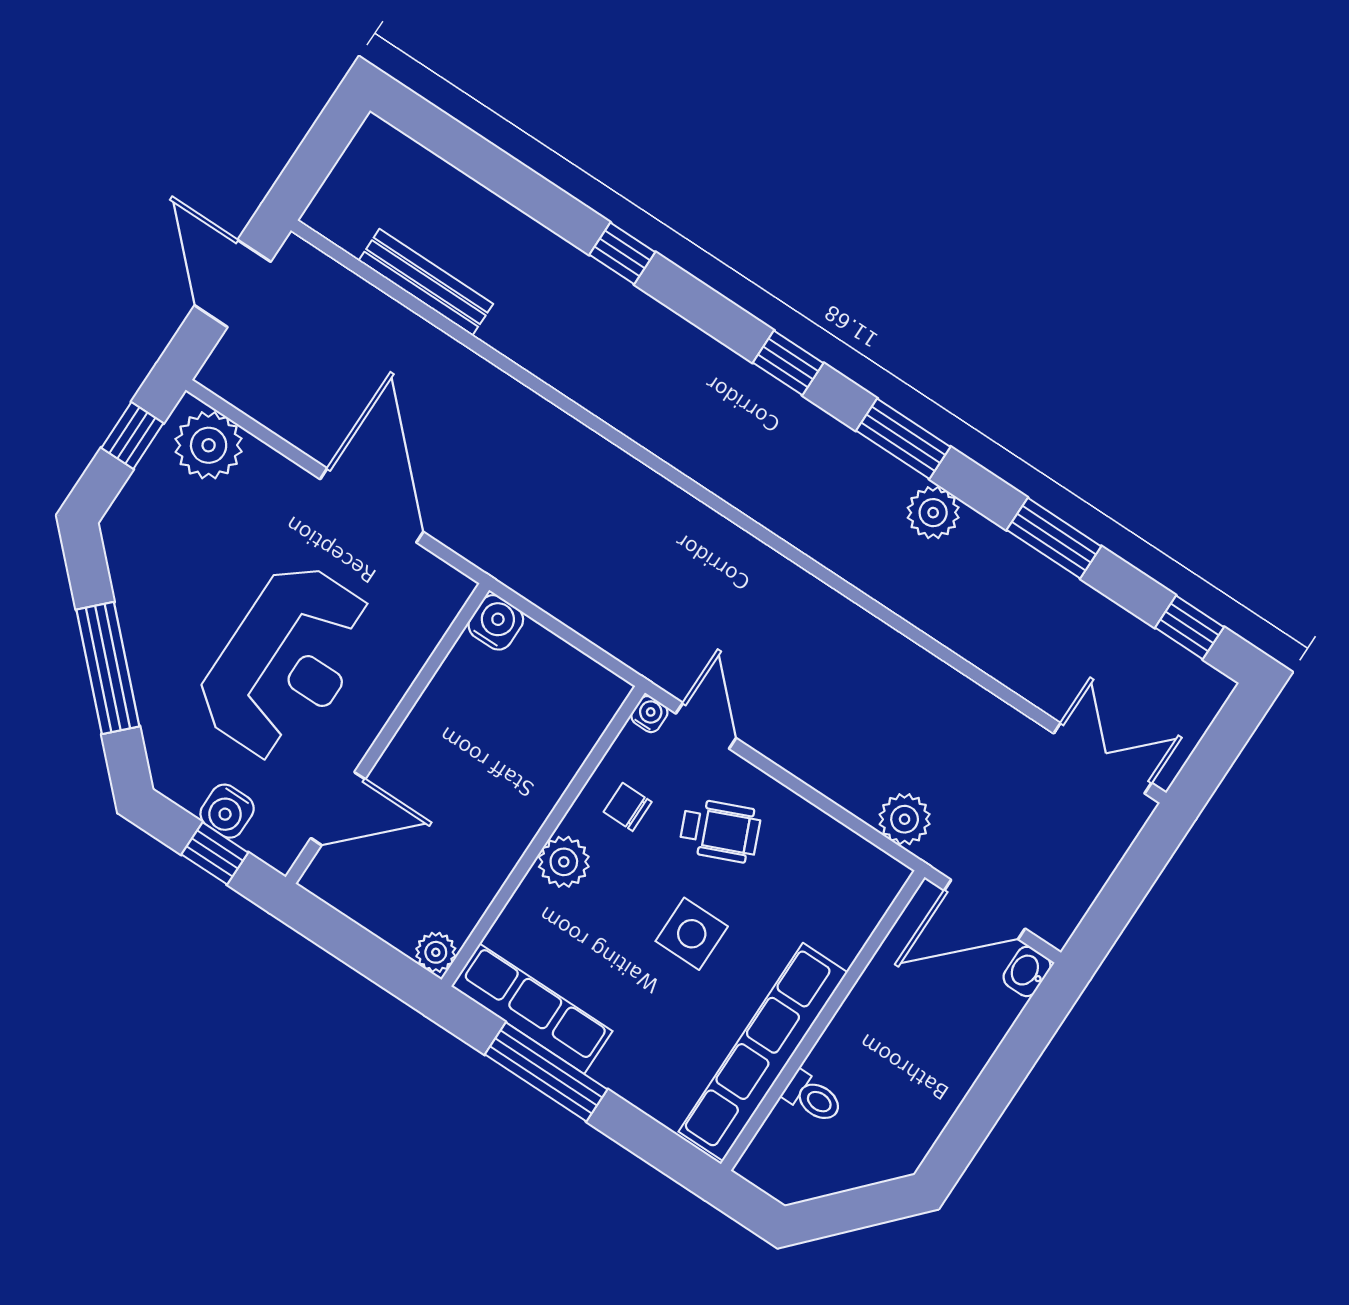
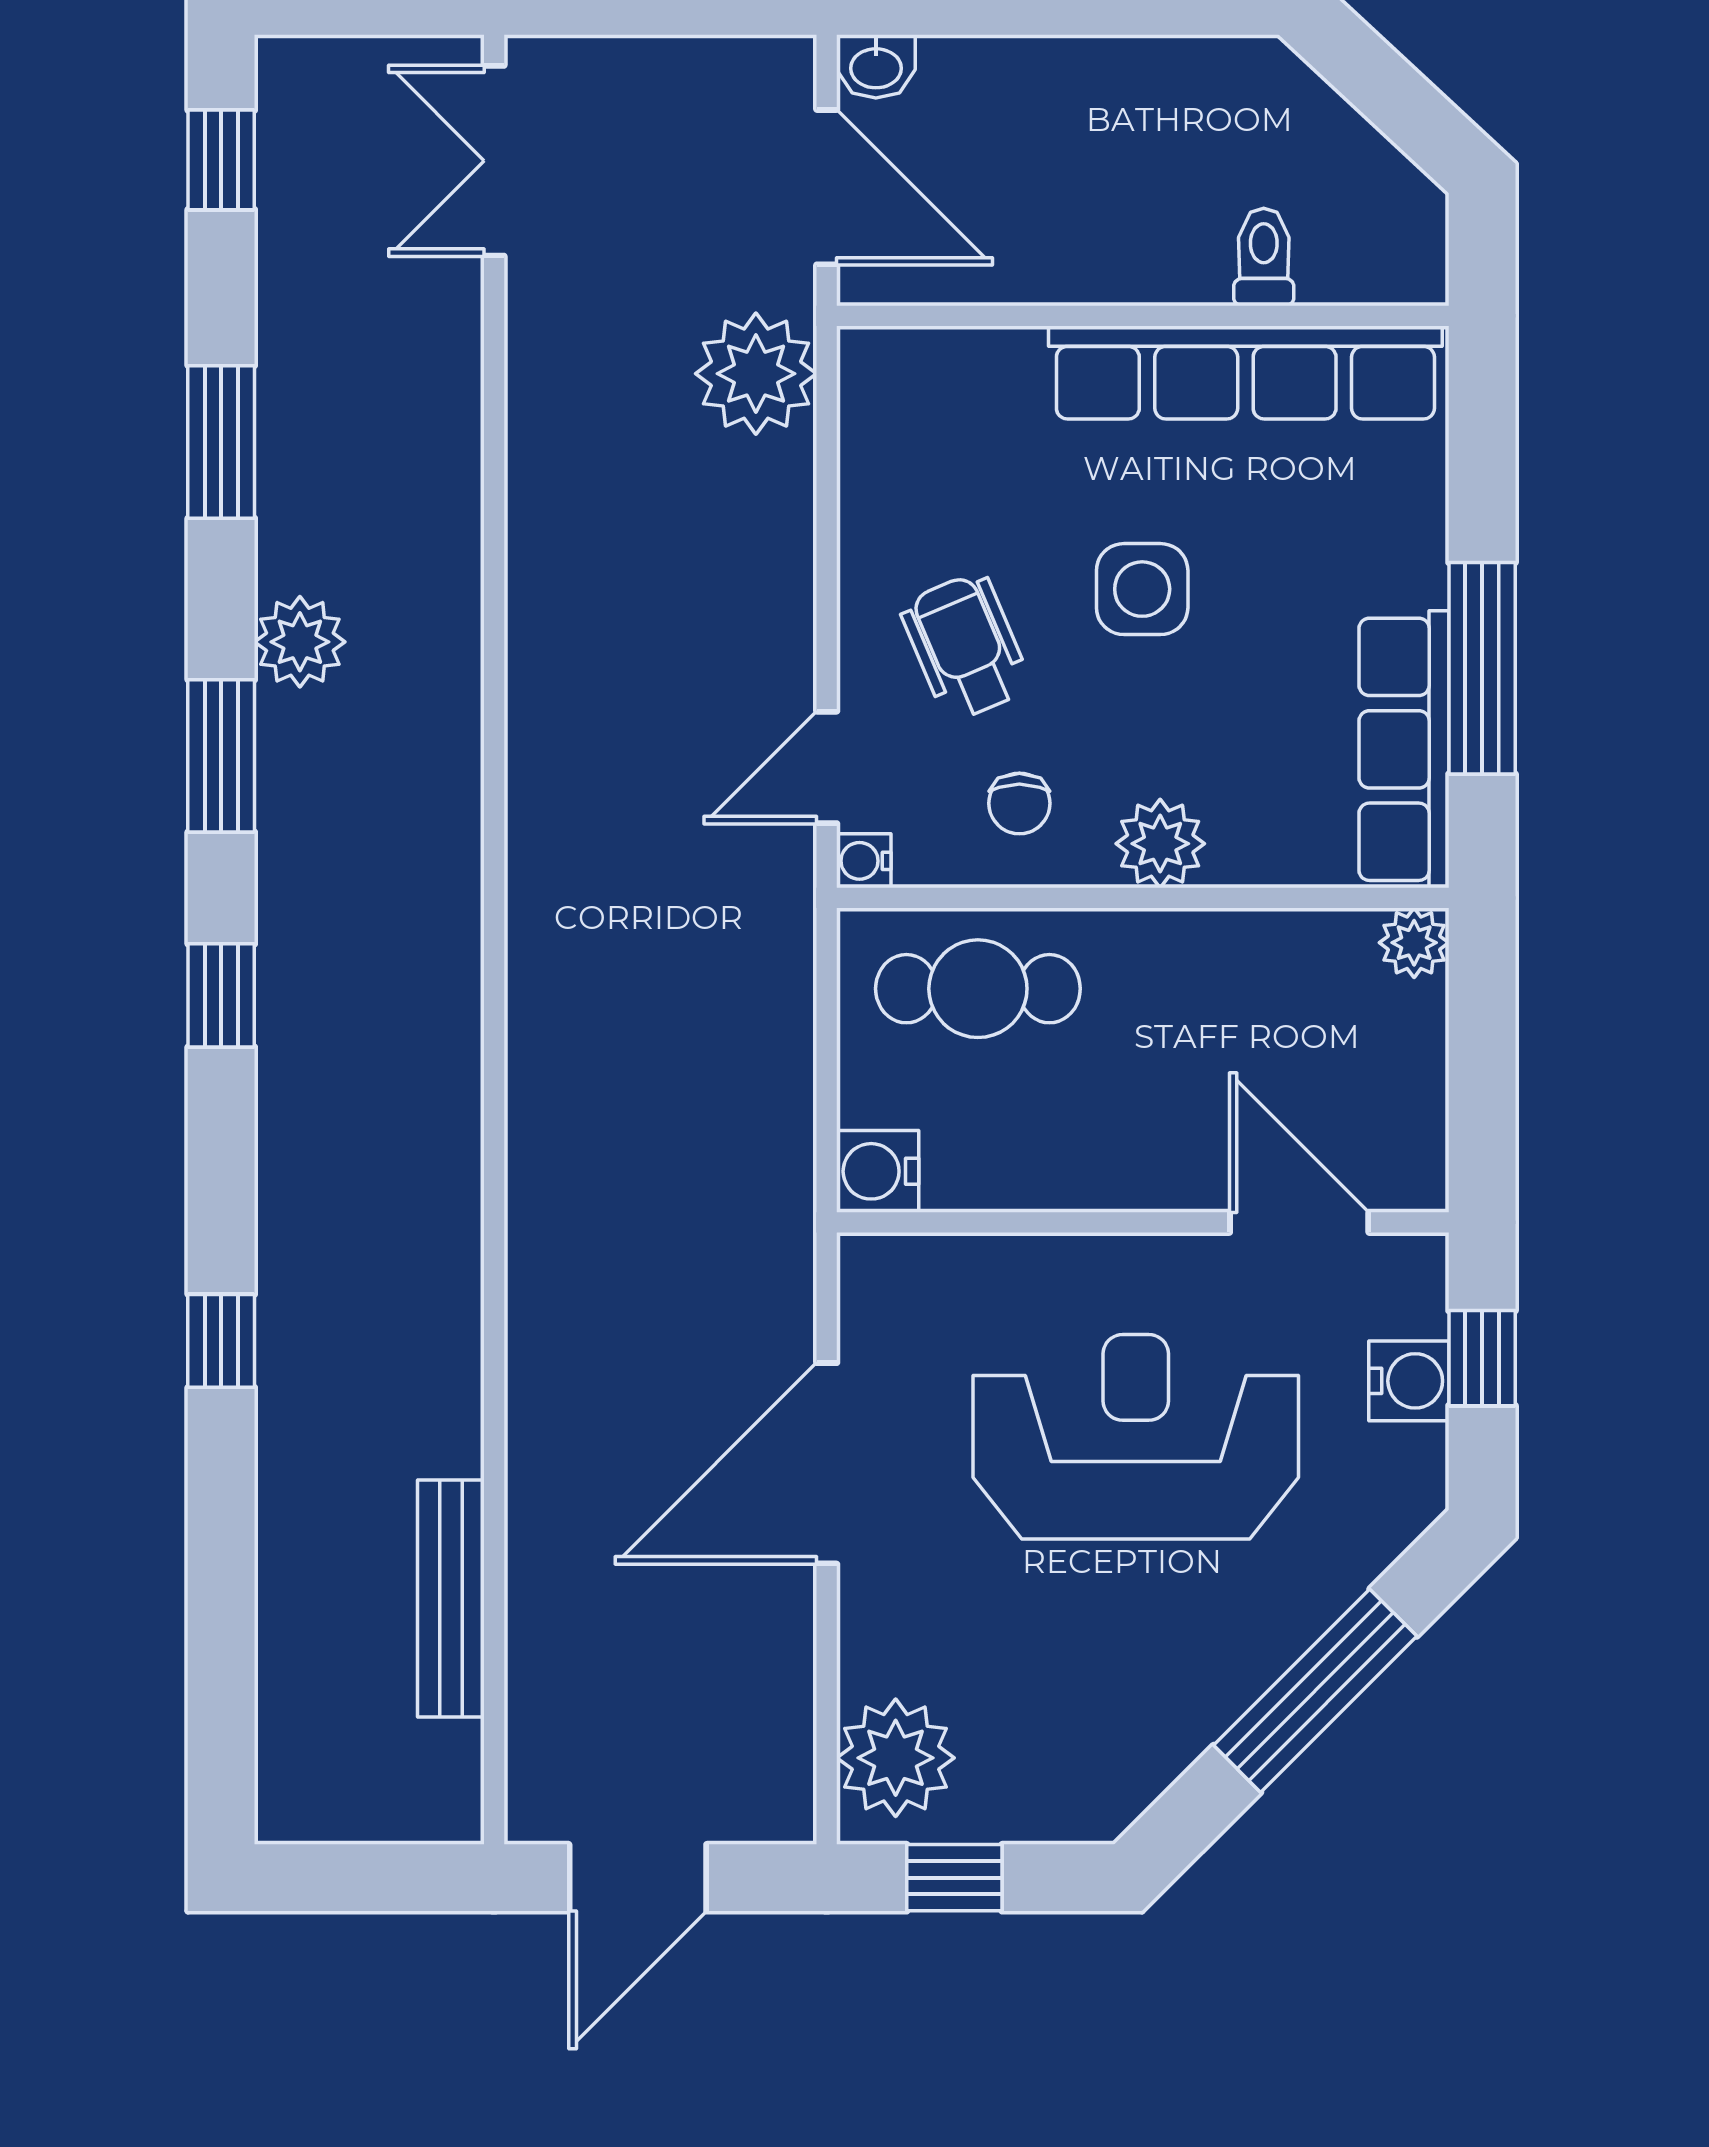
cafe table: (552, 728) -> (978, 989), added
plant: (905, 819) -> (756, 374), width x1.36, depth x1.36

